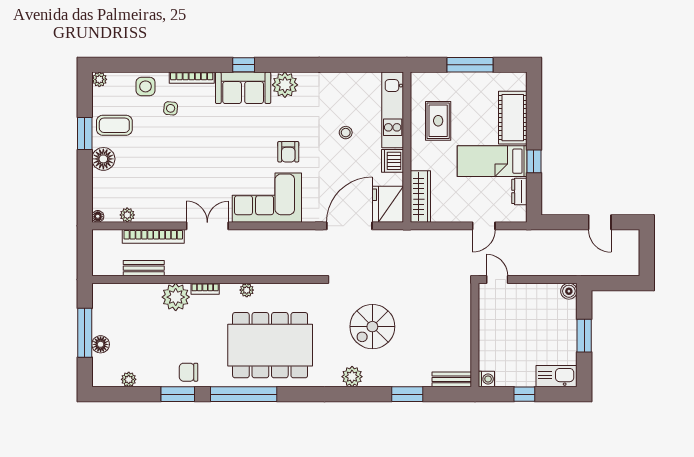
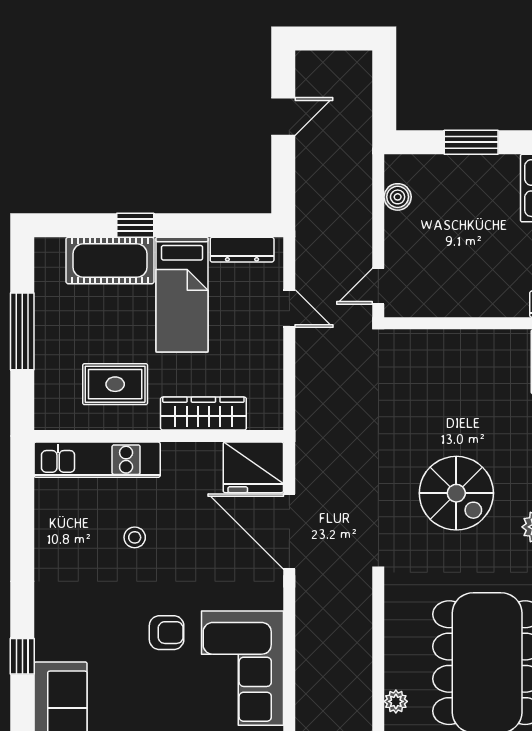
window: (244, 65) -> (22, 656), moved
plant: (285, 85) -> (55, 638), removed
dishwasher: (392, 161) -> (182, 460), removed
window: (534, 161) -> (135, 225), moved
dresser: (519, 191) -> (242, 250), width x1.44
wardrobe: (420, 196) -> (203, 414), moved
boiler: (569, 291) -> (398, 197), moved

